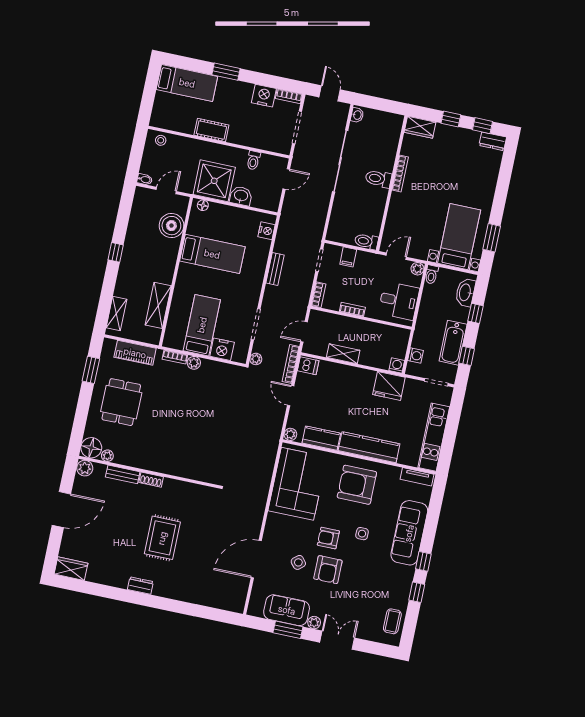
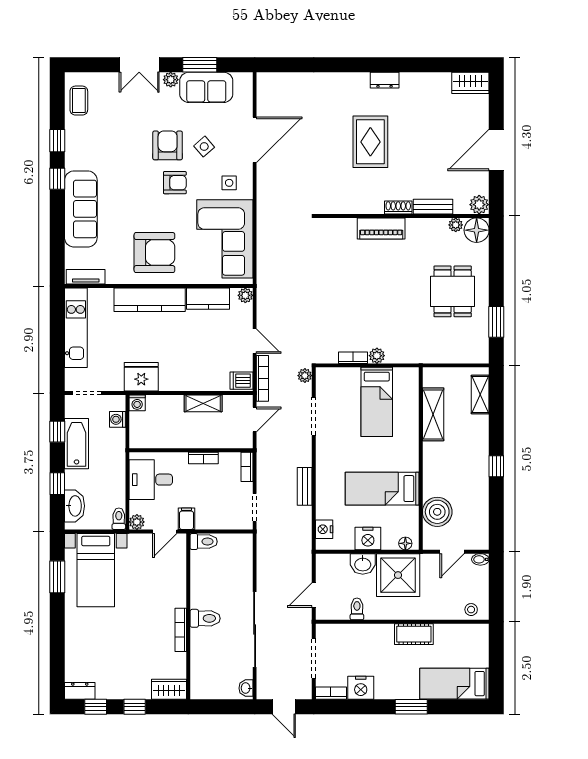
filing cabinet: (348, 257) -> (186, 519), moved
nightstand: (222, 349) -> (368, 538), moved, turned 180
piano: (135, 353) -> (381, 228), moved, turned 180
bookcase: (175, 357) -> (353, 358), moved
side table: (362, 534) -> (229, 183), moved

